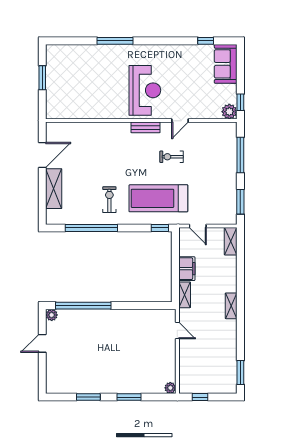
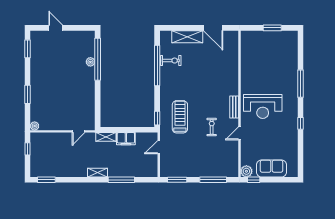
window: (206, 41) -> (301, 123), moved
sofa: (226, 64) -> (272, 168), moved
door: (180, 121) -> (239, 133), hinge flipped
treadmill: (158, 198) -> (180, 117), width x0.73, depth x0.73
exercise bike: (109, 200) -> (171, 61), moved
shelving: (231, 241) -> (147, 172), removed
window: (240, 275) -> (121, 180), added
plant: (52, 315) -> (90, 62), moved
door: (42, 343) -> (56, 28), moved
window: (88, 397) -> (28, 49), moved

